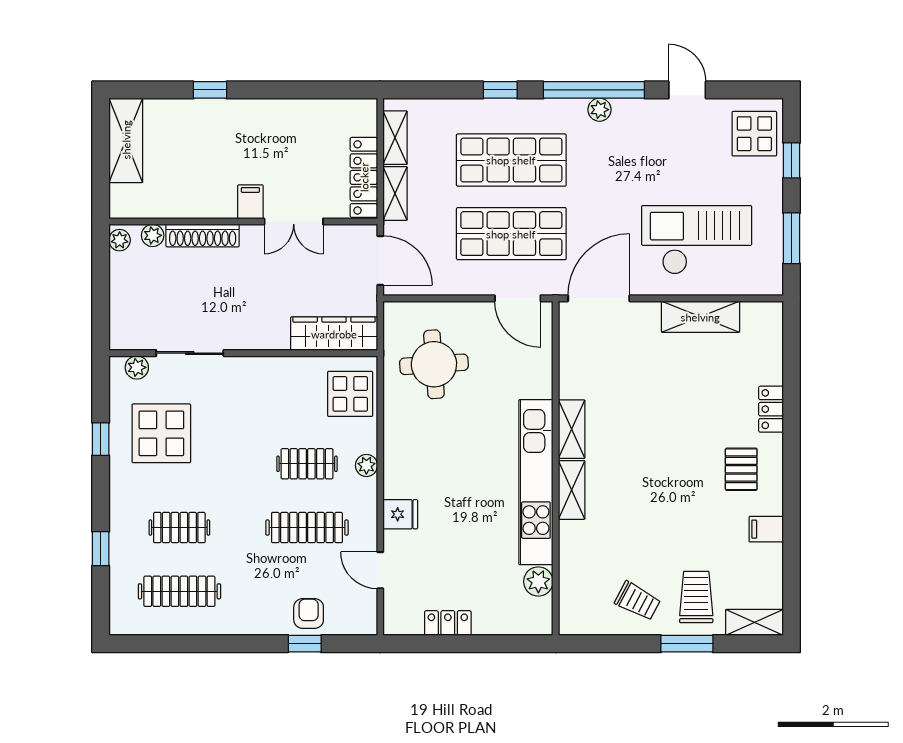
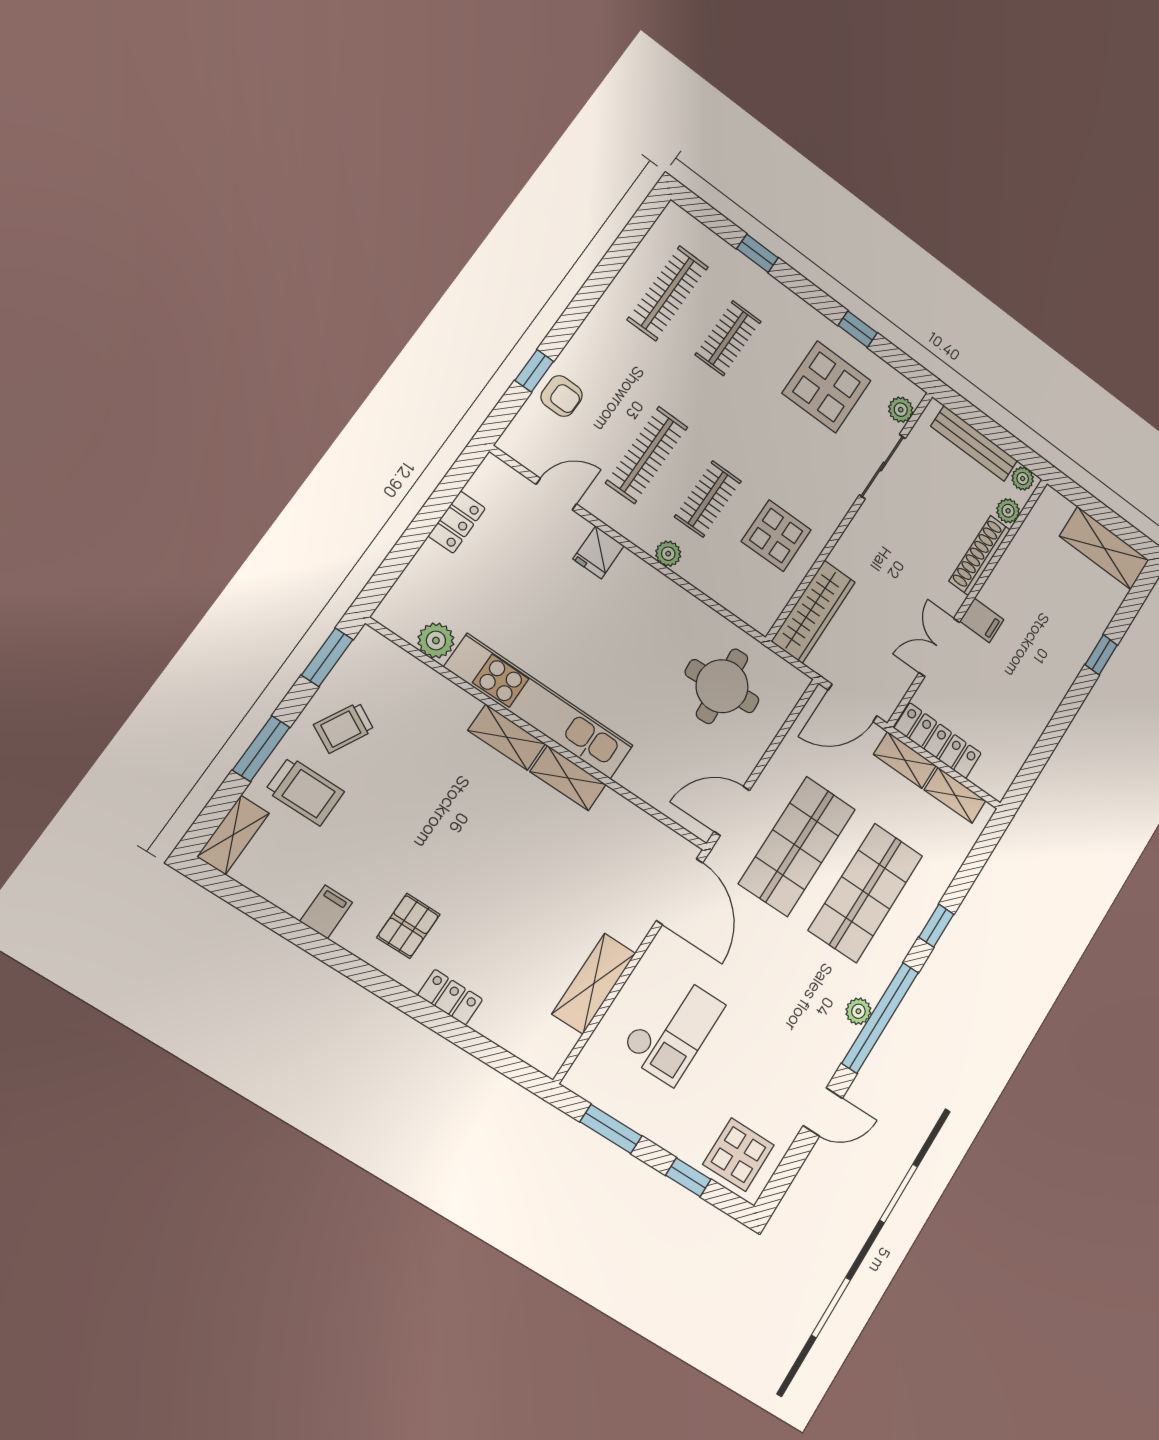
checkout: (697, 240) -> (673, 1029), width x0.73, depth x0.83
bench: (121, 295) -> (974, 444), added
display table: (350, 394) -> (776, 536), moved
pallet: (741, 469) -> (408, 926), turned 90
window: (598, 644) -> (327, 657), added

